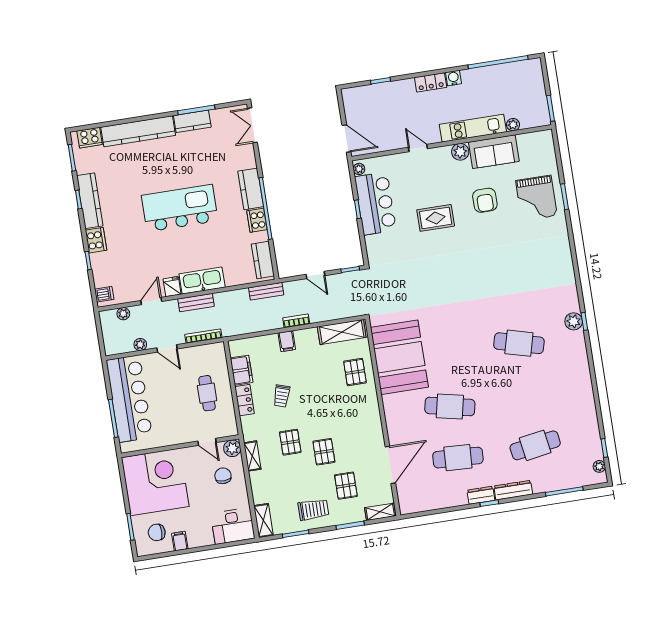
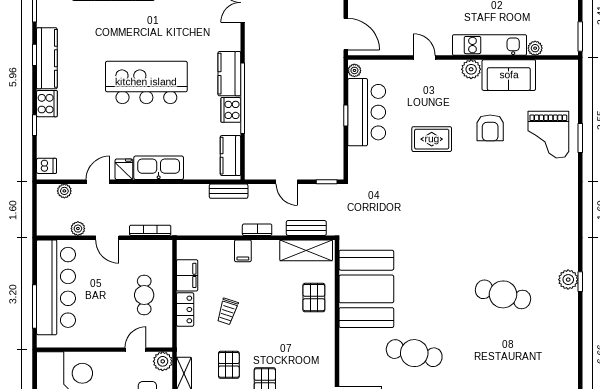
bench: (196, 303) -> (306, 228), moved
door: (207, 442) -> (136, 350), swing flipped

